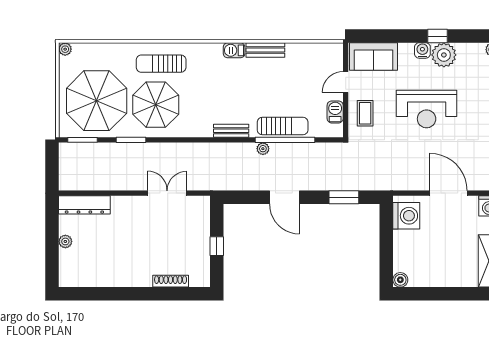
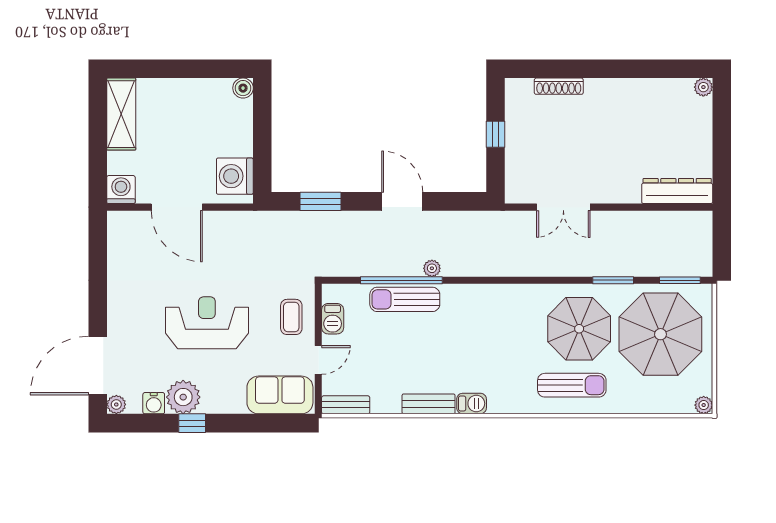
water cooler: (422, 50) -> (154, 403), moved
bench: (231, 131) -> (346, 405), moved
plant: (65, 241) -> (703, 87), moved

